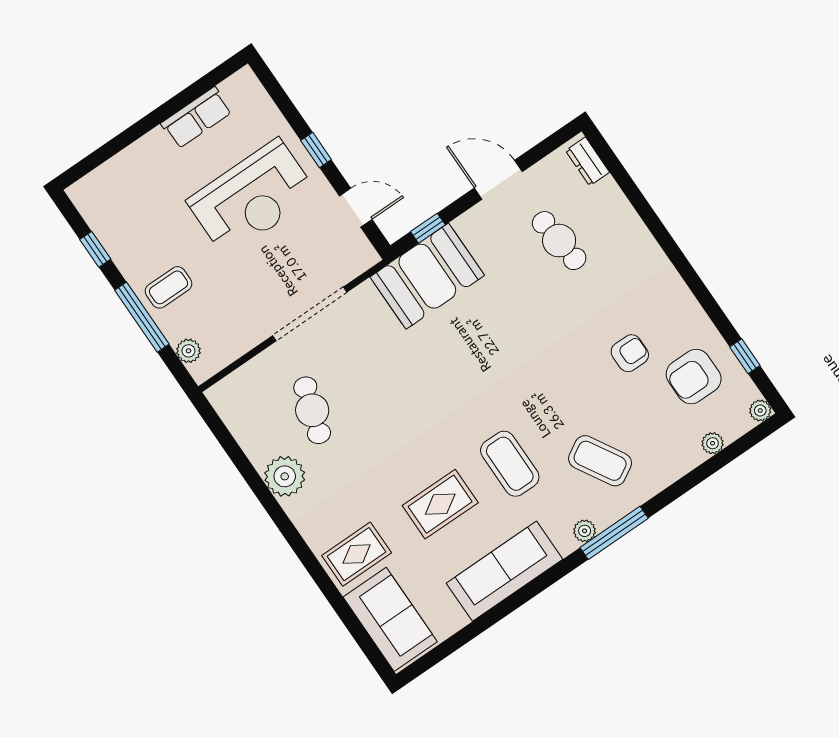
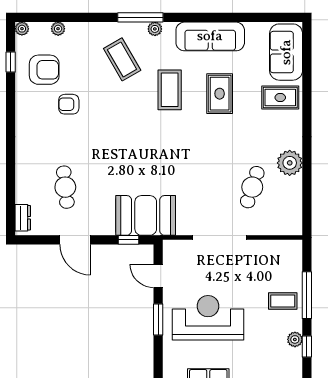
window: (316, 150) -> (158, 320), width x1.50
plant: (188, 351) -> (295, 339), moved
rug: (440, 504) -> (220, 94), turned 90

